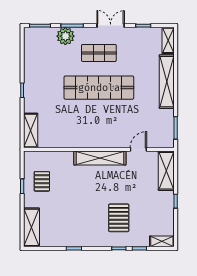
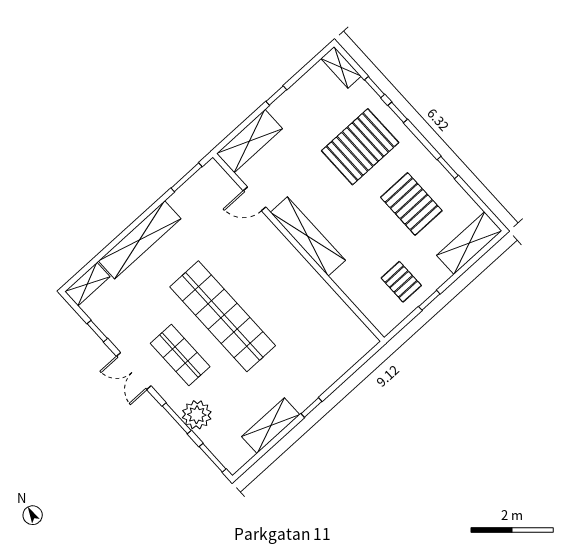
shelving: (31, 131) -> (271, 426), moved
pallet: (42, 181) -> (401, 282), turned 90
pallet: (72, 217) -> (411, 204), added
pallet: (119, 218) -> (360, 147), width x1.37, depth x1.41

